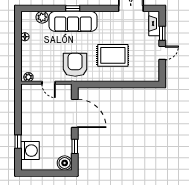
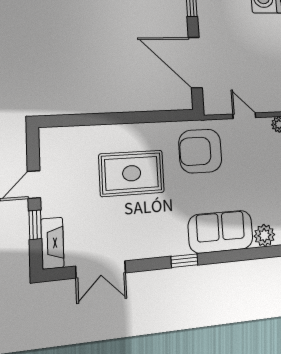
window: (73, 8) -> (184, 261), moved
sofa: (73, 21) -> (221, 232), width x0.73
armchair: (75, 65) -> (200, 151), turned 90

